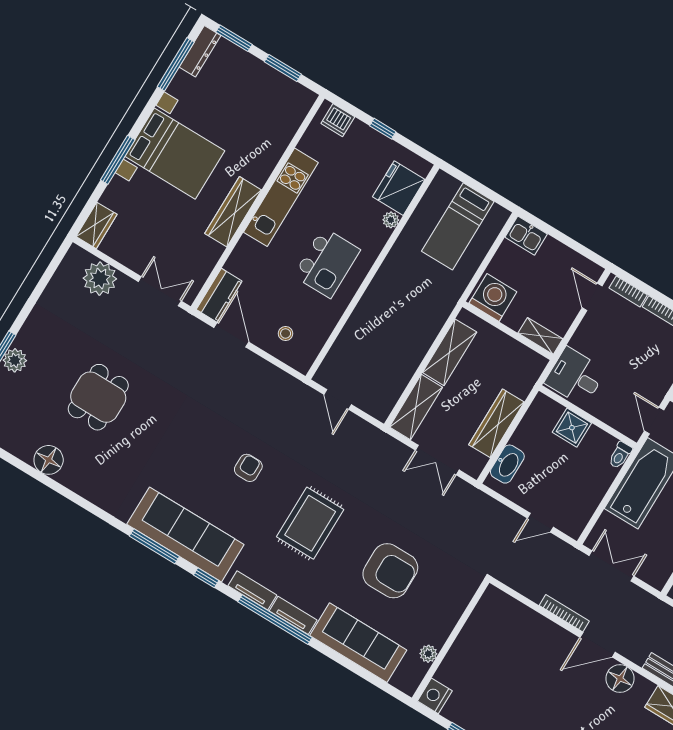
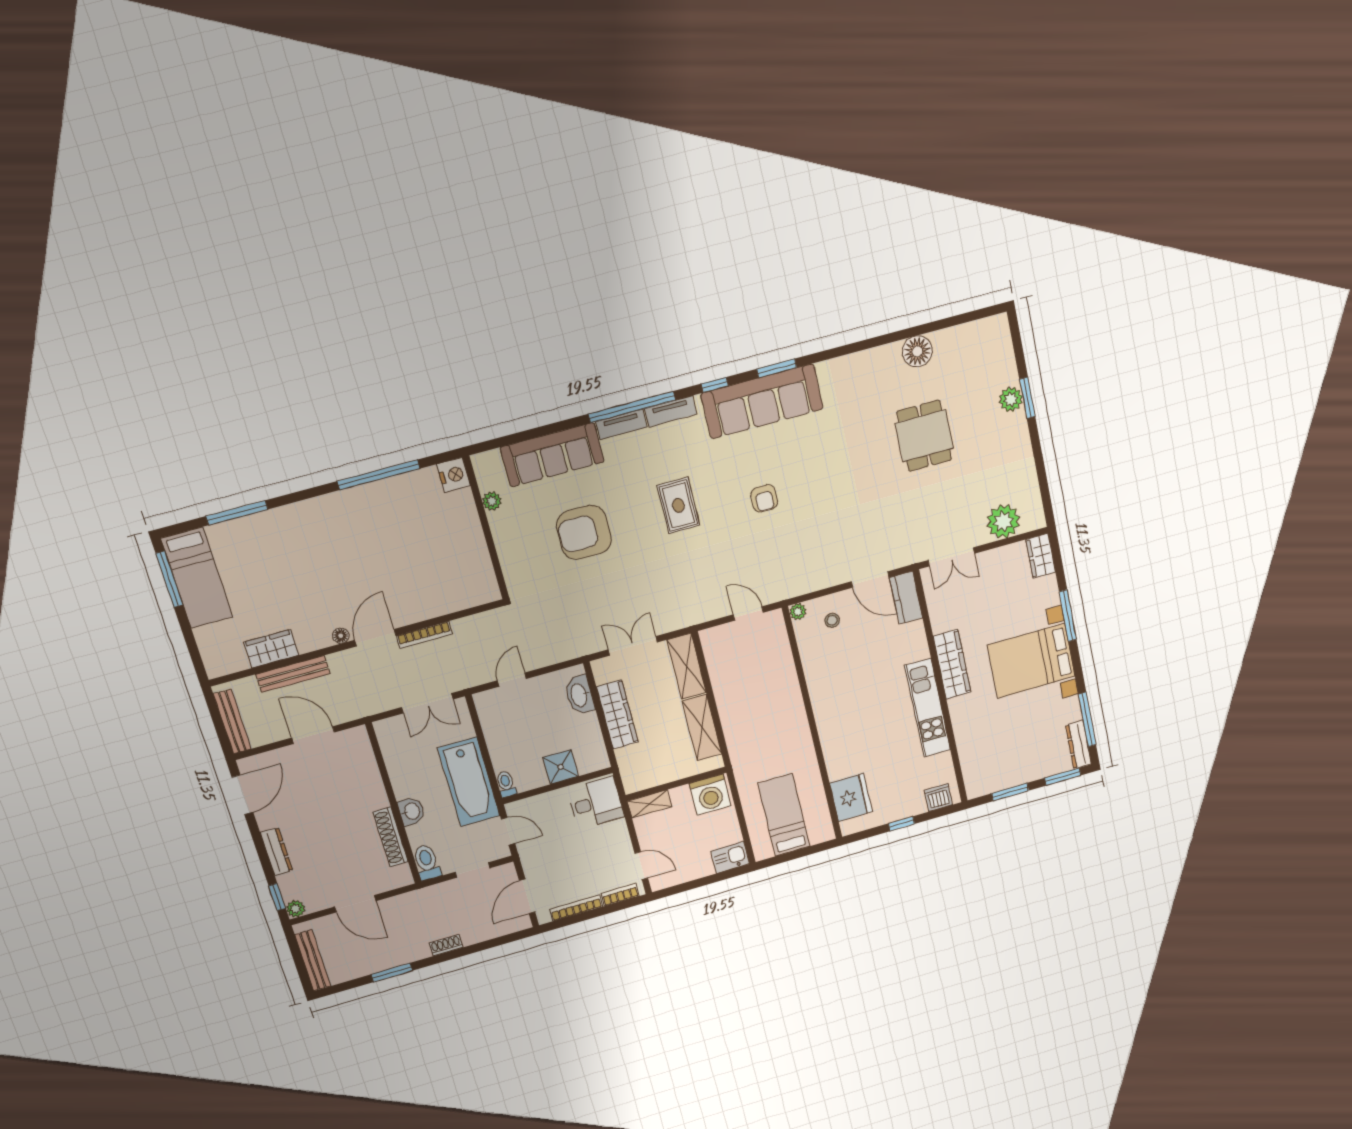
plant: (391, 220) -> (798, 612), moved
kitchen island: (327, 263) -> (851, 698), removed
rug: (310, 523) -> (678, 505), width x0.73, depth x0.70
window: (154, 546) -> (777, 368), width x0.69
floor lamp: (620, 679) -> (341, 636), width x0.53, depth x0.53

